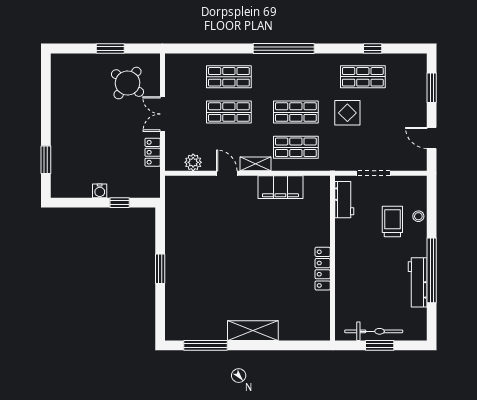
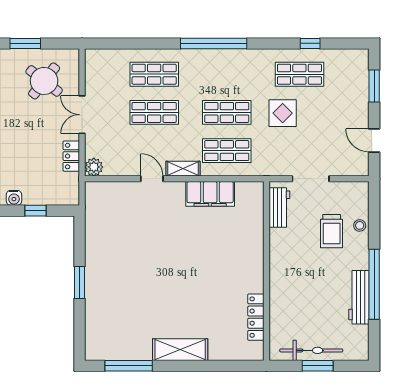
plant: (193, 162) -> (94, 167), moved
trolley: (392, 221) -> (332, 231), turned 180
locker: (323, 269) -> (256, 317), moved

